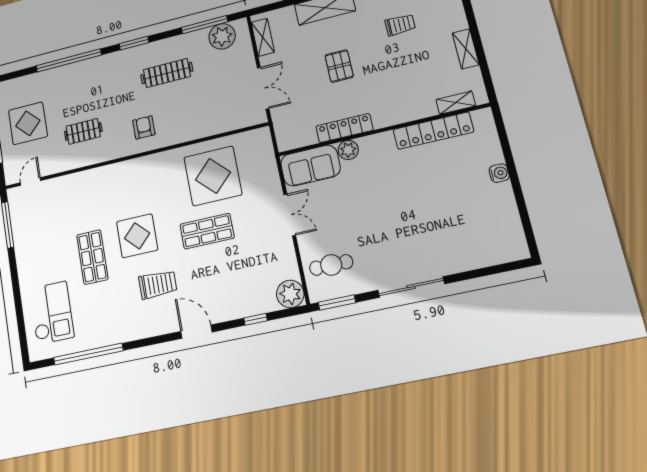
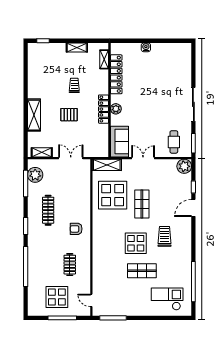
trolley: (400, 25) -> (74, 85), moved
locker: (344, 128) -> (104, 109), moved
plant: (348, 150) -> (116, 109), moved
shelving: (264, 153) -> (107, 165), added
door: (196, 332) -> (193, 208), moved

